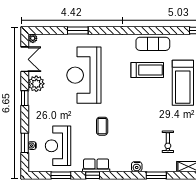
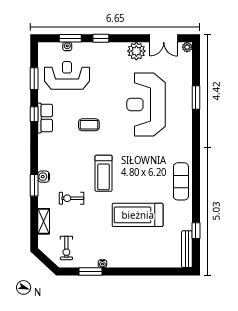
treadmill: (147, 70) -> (104, 173), moved
reception desk: (84, 75) -> (146, 104), turned -90
window: (25, 98) -> (101, 38), moved
water cooler: (137, 167) -> (44, 177), moved

